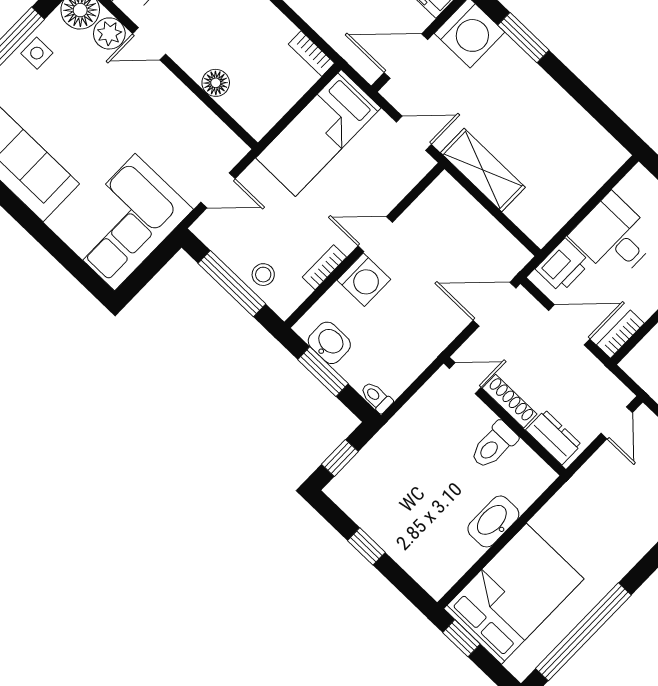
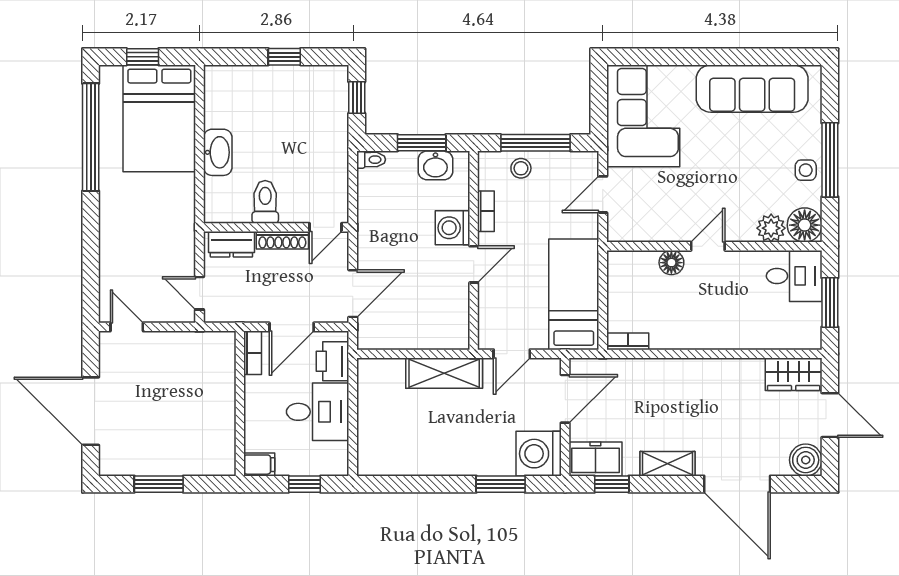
door: (149, 44) -> (708, 246), moved
window: (461, 638) -> (143, 57), moved

